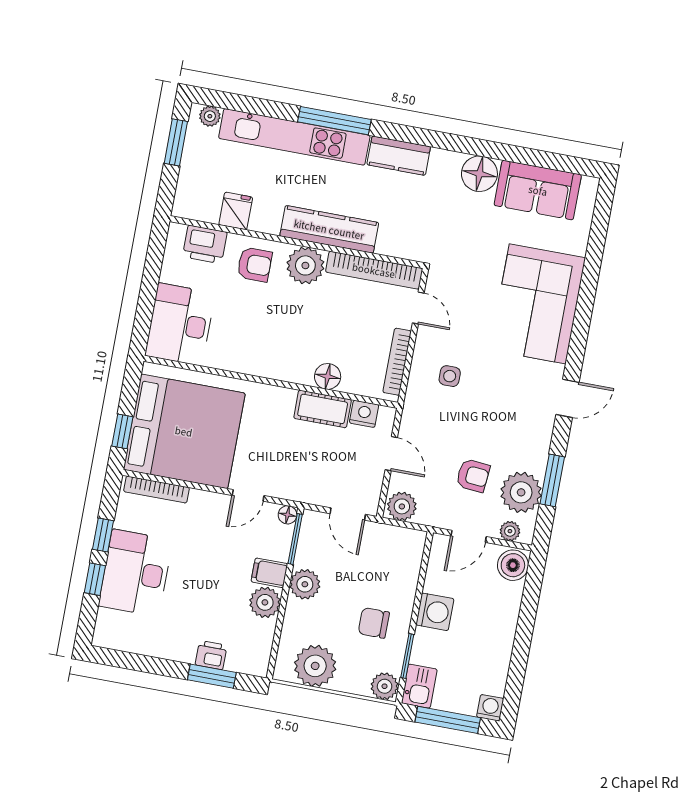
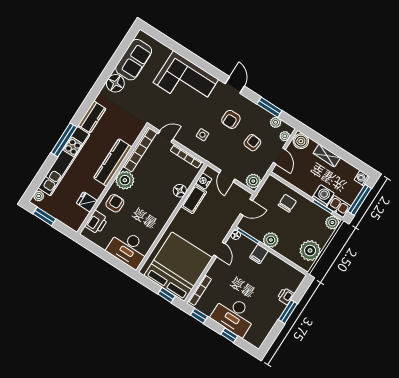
armchair: (500, 418) -> (231, 119), added
door: (391, 454) -> (227, 176), swing flipped
plant: (521, 492) -> (276, 122), width x0.53, depth x0.53
window: (103, 535) -> (199, 316), moved
plant: (265, 602) -> (272, 262), removed
washing machine: (435, 612) -> (323, 196), moved
chair: (374, 623) -> (287, 203), moved, turned 180
shelving: (506, 625) -> (327, 156), added
window: (212, 676) -> (288, 312), moved

